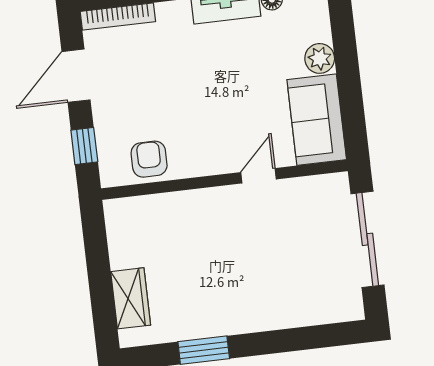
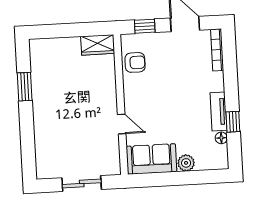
sliding door: (367, 239) -> (82, 184), width x0.73
wardrobe: (131, 298) -> (98, 45), moved

